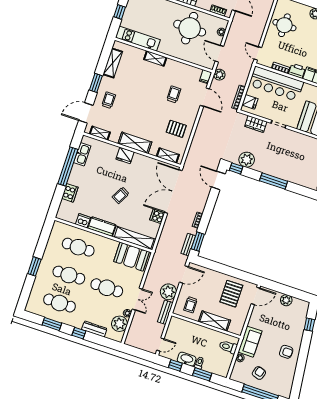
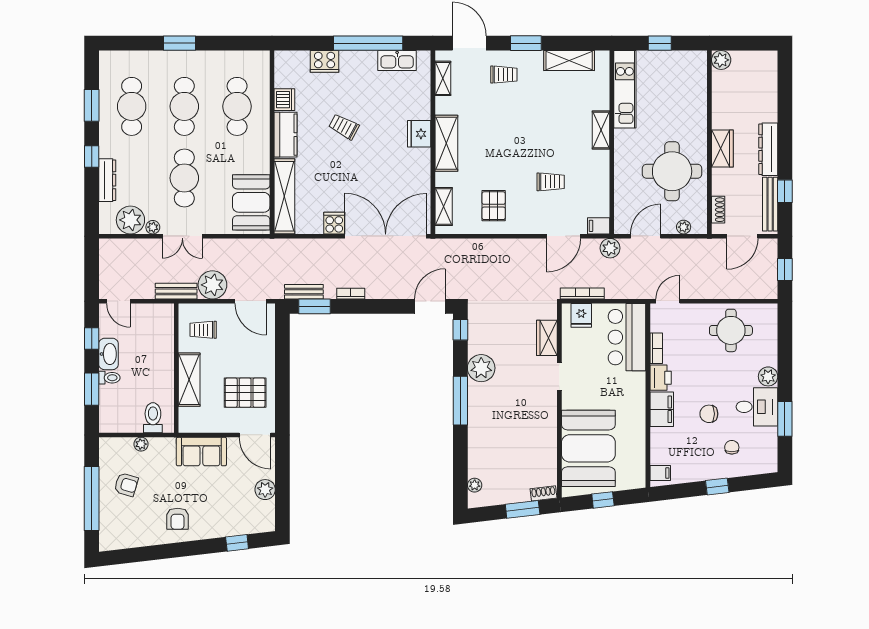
bar counter: (276, 84) -> (627, 337), width x0.73
plant: (247, 160) -> (481, 368), moved
trolley: (121, 195) -> (344, 127), moved
sofa: (250, 342) -> (201, 452), moved

